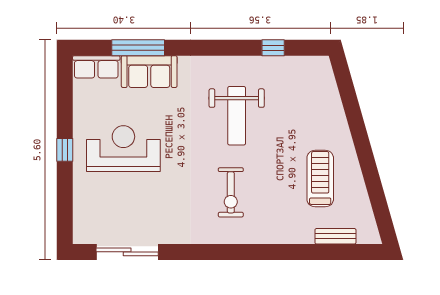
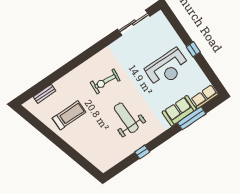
window: (273, 48) -> (142, 152), moved
treadmill: (320, 179) -> (69, 115), turned -90
exercise bike: (231, 192) -> (105, 81), turned -86

